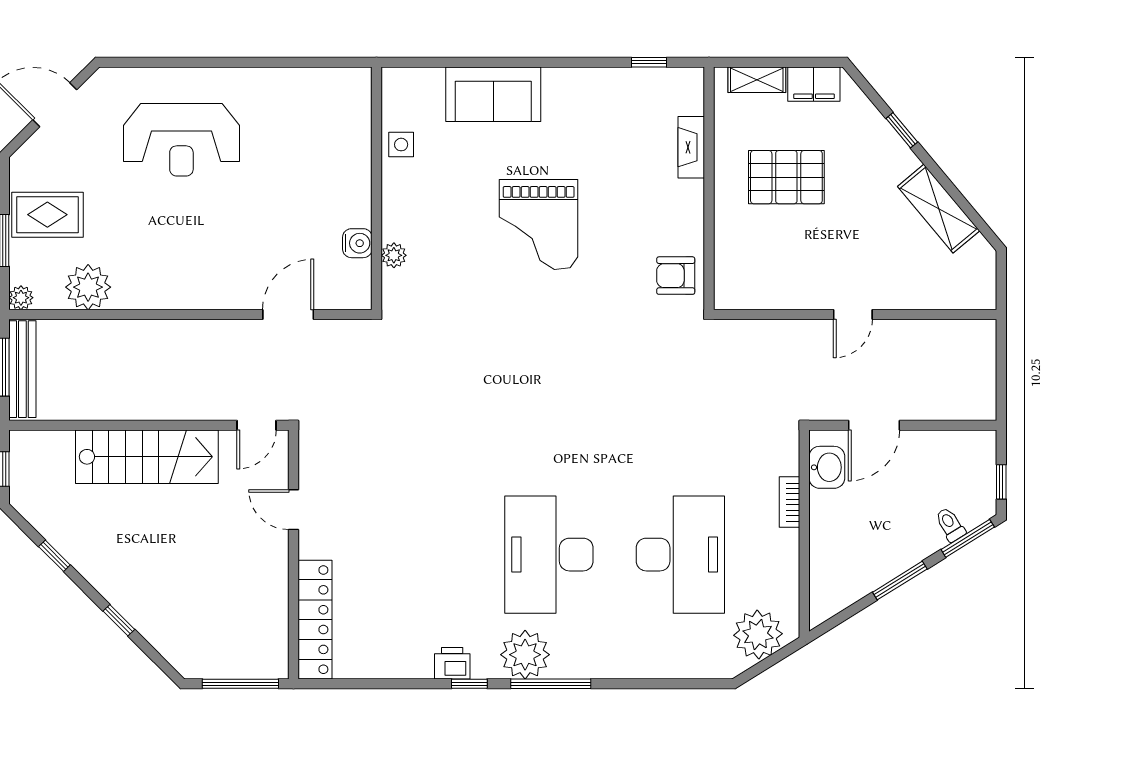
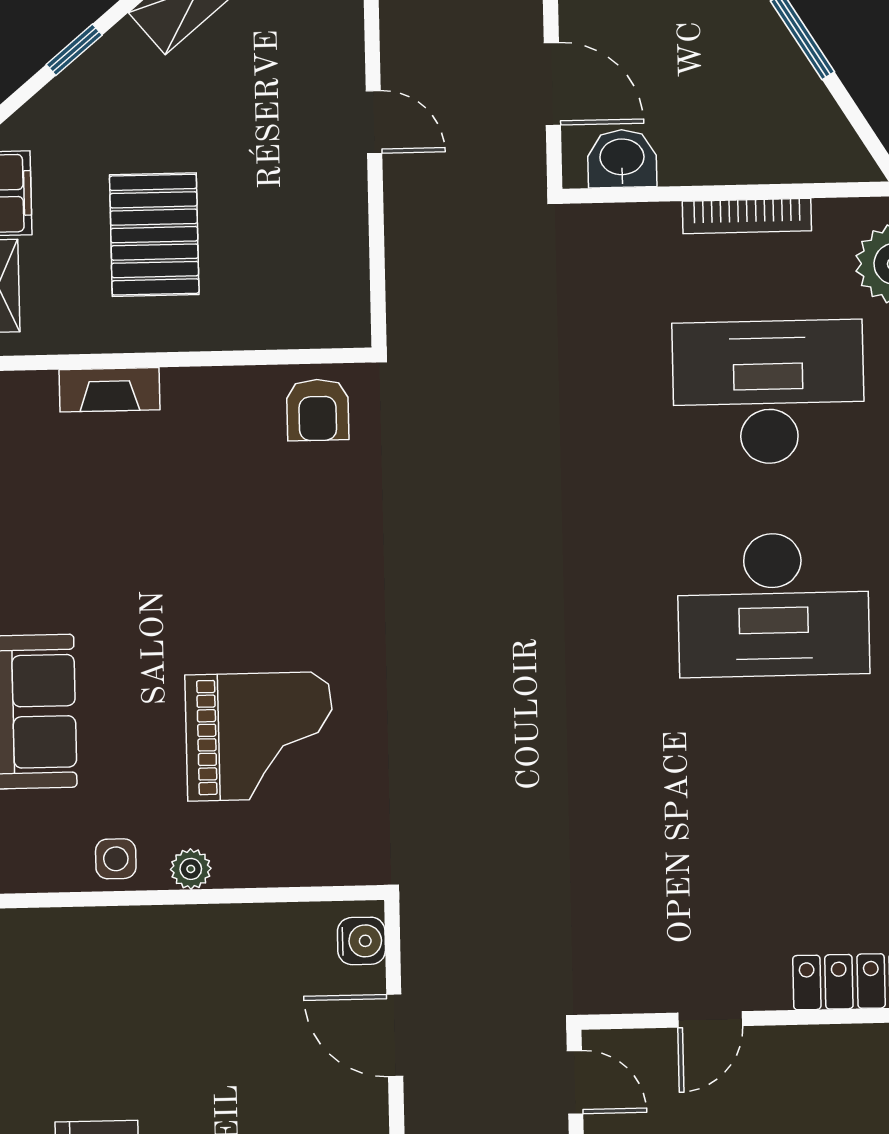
grand piano: (539, 224) -> (259, 736), moved
water cooler: (357, 243) -> (361, 941), moved, turned 90
plant: (394, 255) -> (191, 869), moved
bookcase: (790, 502) -> (747, 216), moved, width x1.56

